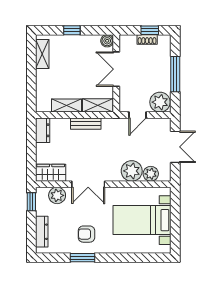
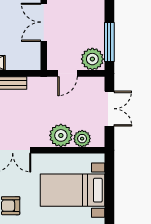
window: (175, 74) -> (109, 42), moved
shelving: (98, 105) -> (23, 63), removed

